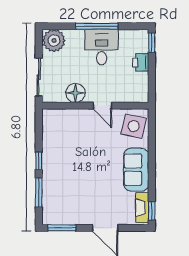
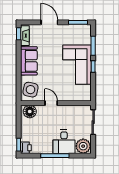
desk: (102, 47) -> (64, 142), moved
printer: (141, 62) -> (26, 148), moved
floor lamp: (75, 93) -> (30, 111), moved
corner sofa: (63, 164) -> (77, 65), added

